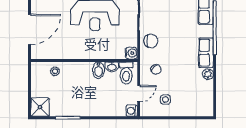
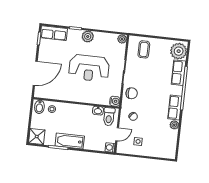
bidet: (98, 70) -> (39, 107), moved
bathtub: (81, 108) -> (70, 141), added

